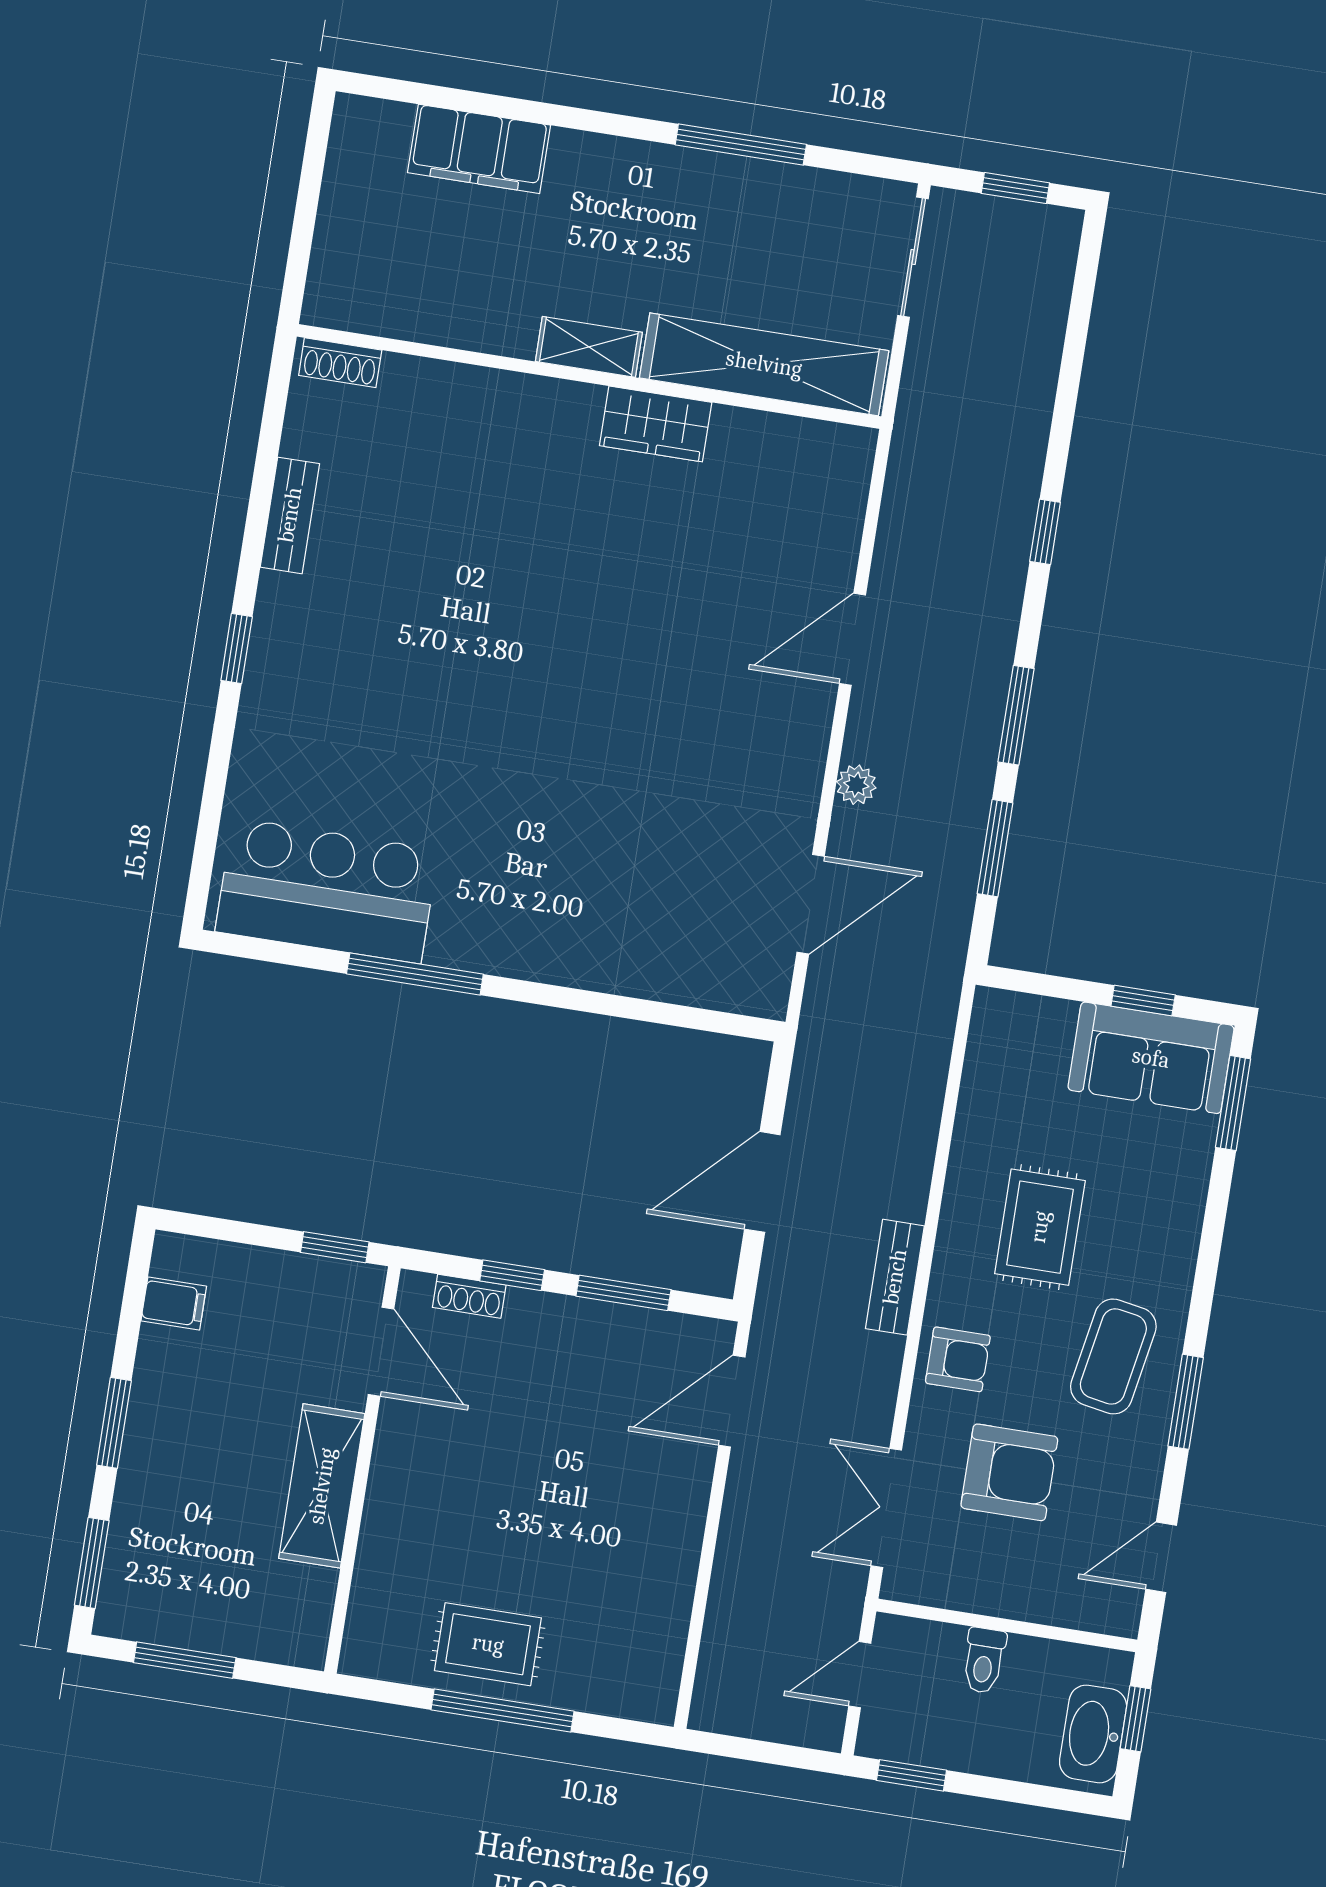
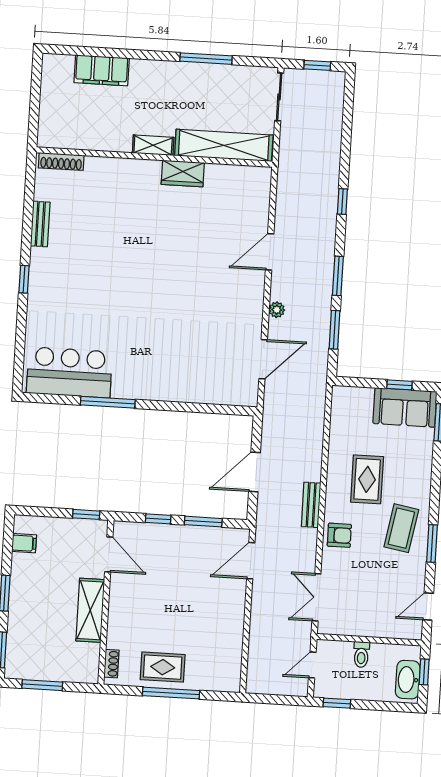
shoe rack: (340, 363) -> (61, 161), width x1.43
shoe rack: (469, 1296) -> (111, 664), moved, turned -90
armchair: (1009, 1472) -> (364, 578), removed

